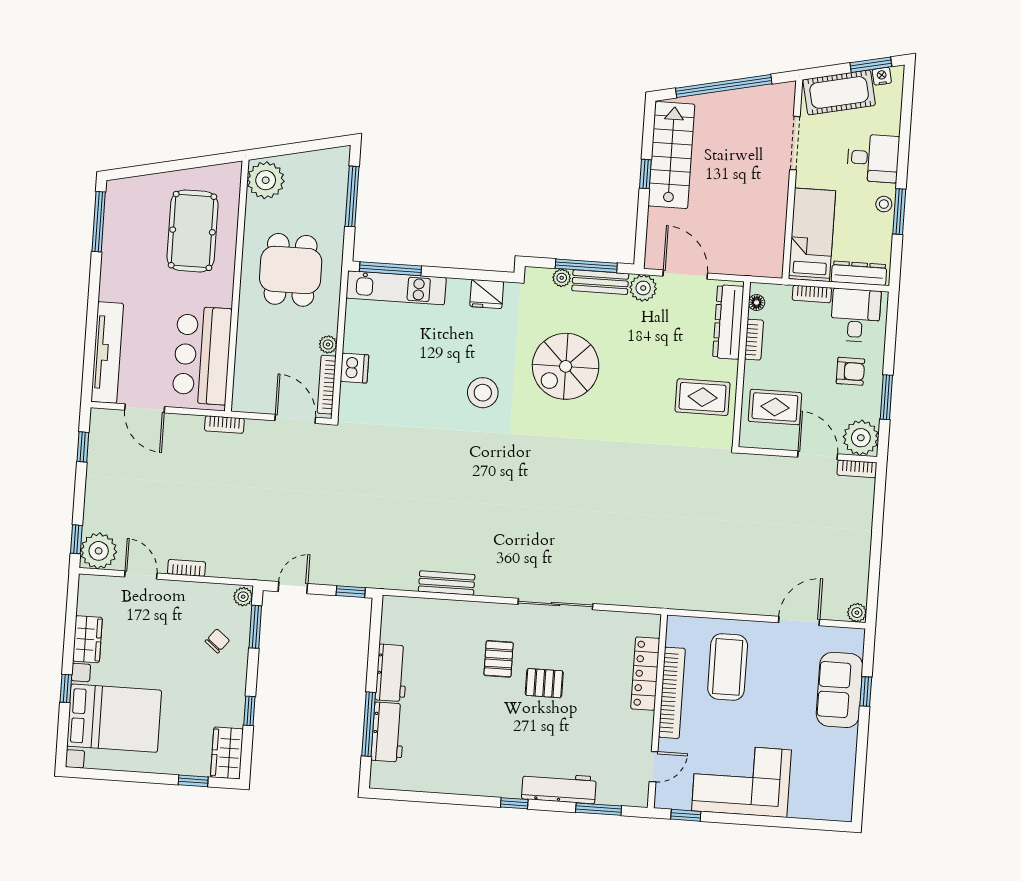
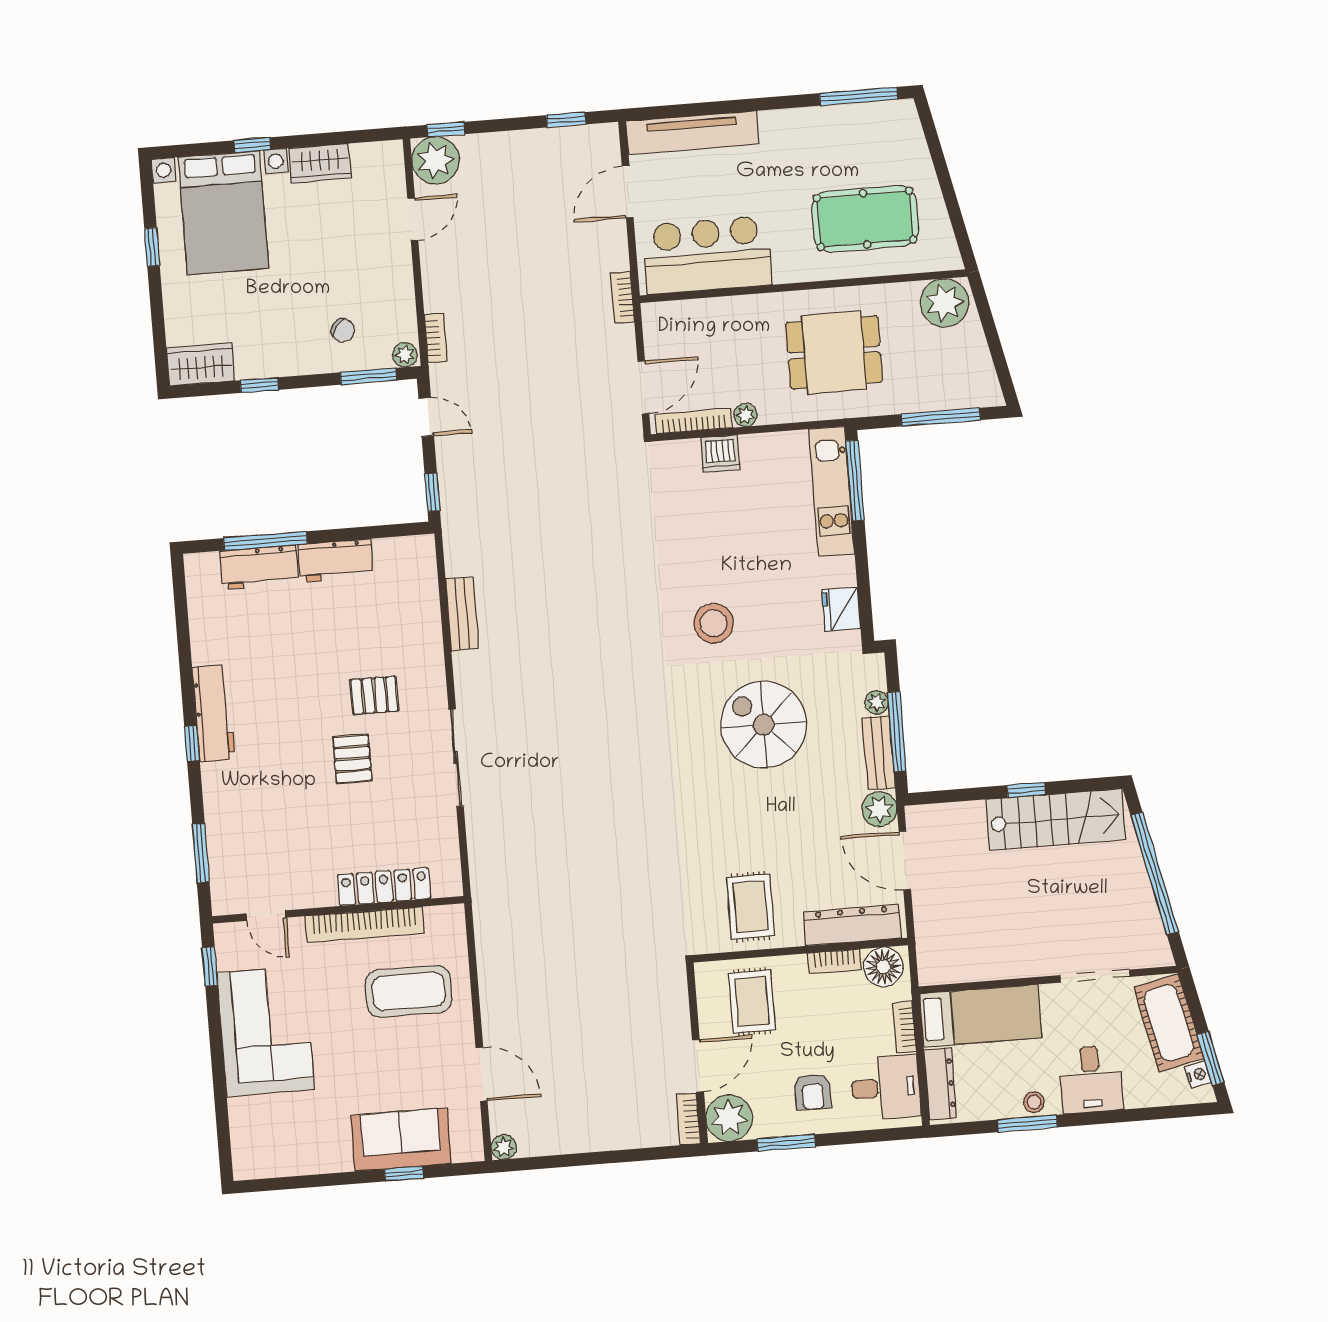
door: (685, 275) -> (905, 861), swing flipped
floor lamp: (757, 303) -> (883, 967), width x1.89, depth x1.89
bookcase: (187, 568) -> (436, 338), moved
window: (193, 781) -> (152, 247), moved
workbench: (559, 788) -> (214, 713), moved

